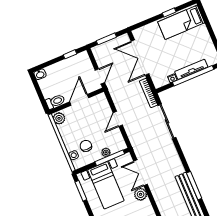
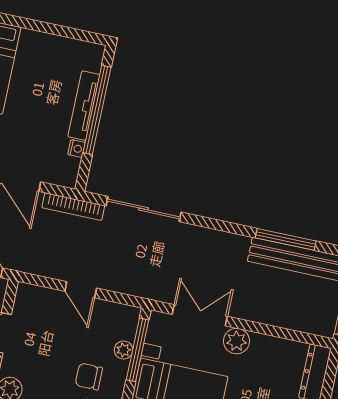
double door: (141, 173) -> (200, 315), swing flipped

